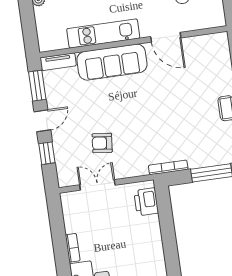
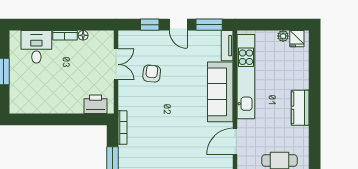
kitchen unit: (103, 33) -> (246, 77), width x1.36
floor lamp: (70, 227) -> (83, 35), added

